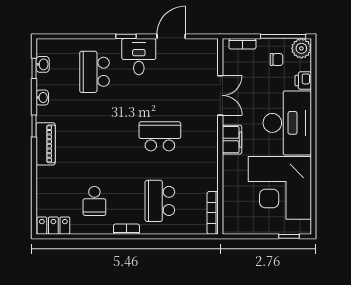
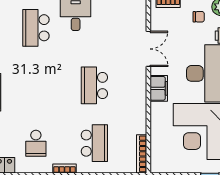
school desk: (160, 136) -> (94, 85), turned -90
school desk: (160, 201) -> (94, 143), turned 180

